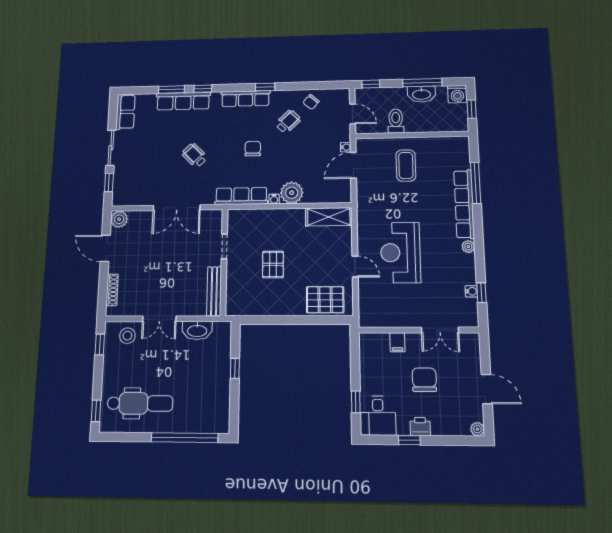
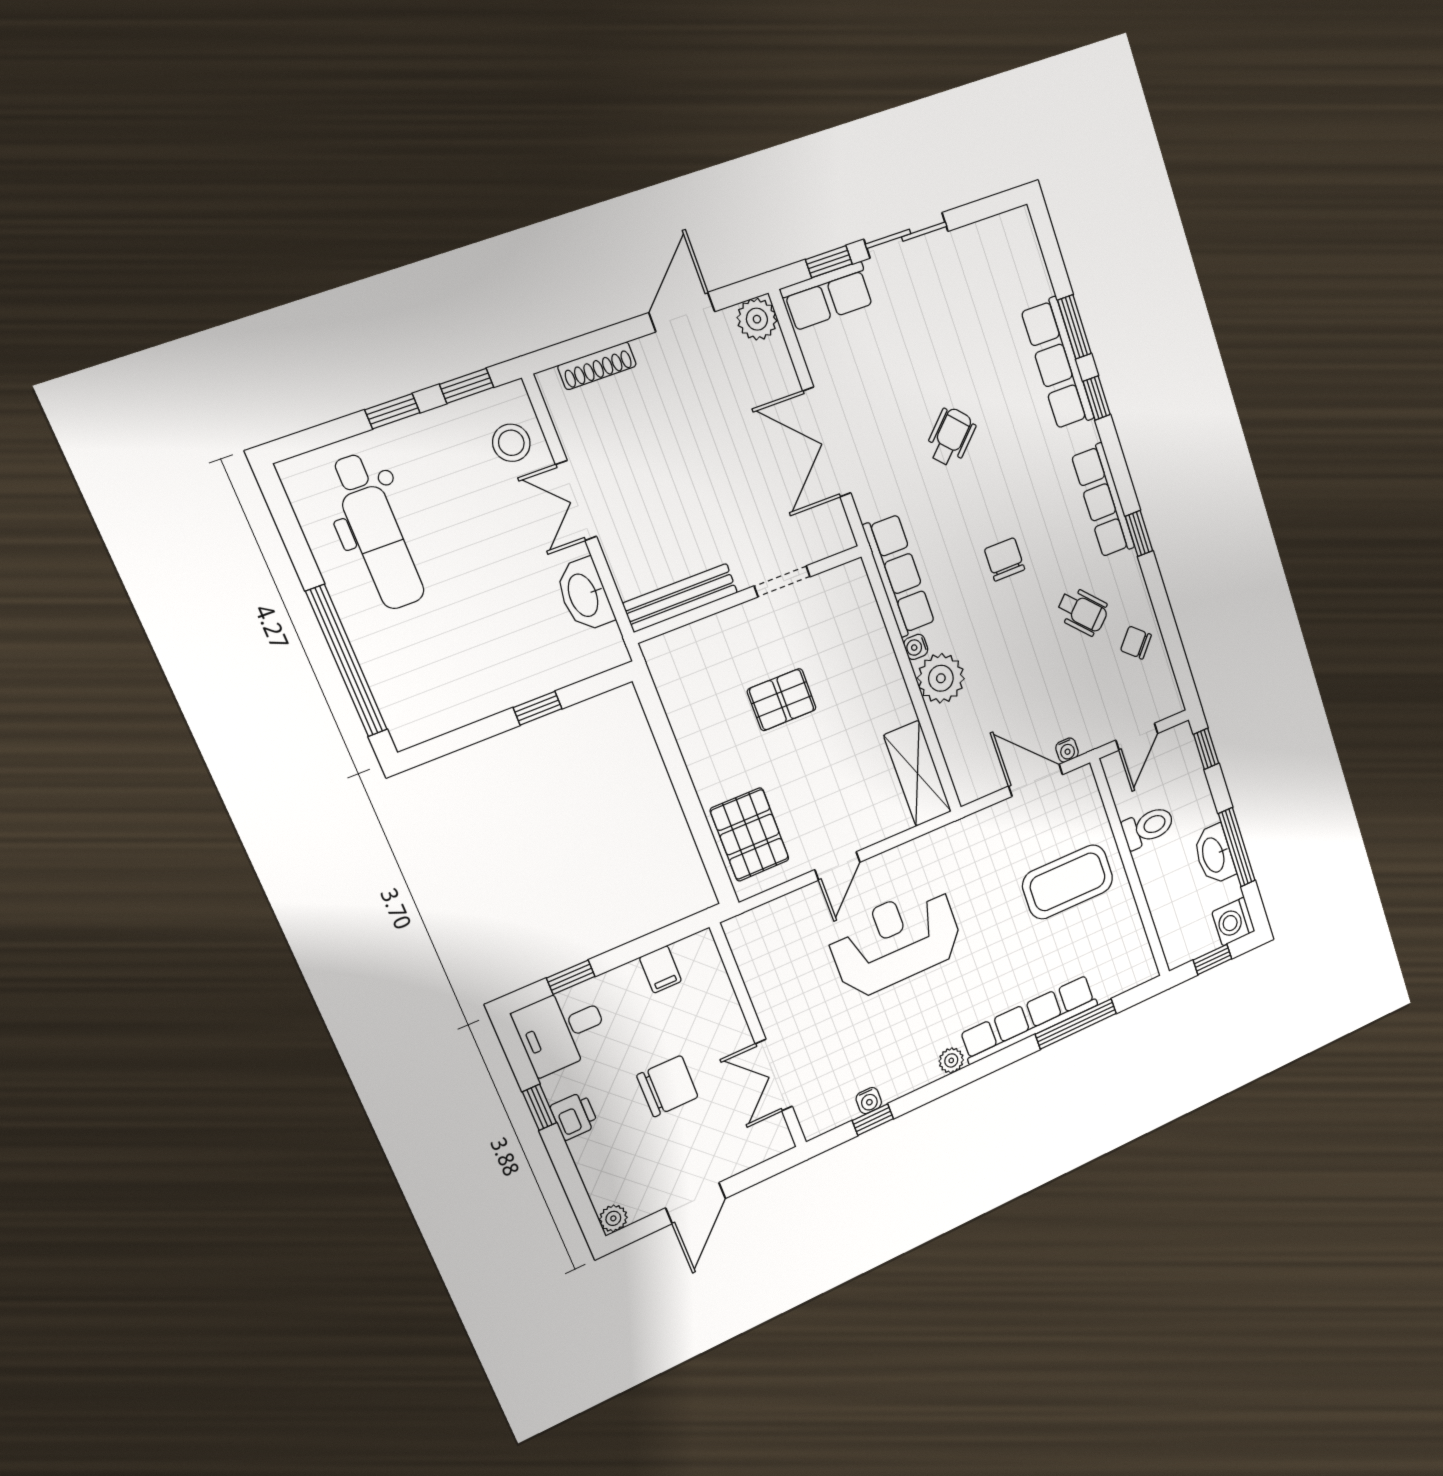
row of seats: (125, 112) -> (828, 296), moved
chair: (253, 149) -> (1005, 559), turned -90
coffee table: (406, 165) -> (1068, 882), width x1.36, depth x1.32
filing cabinet: (397, 342) -> (661, 969), moved, turned -90
window: (96, 411) -> (392, 411), moved

